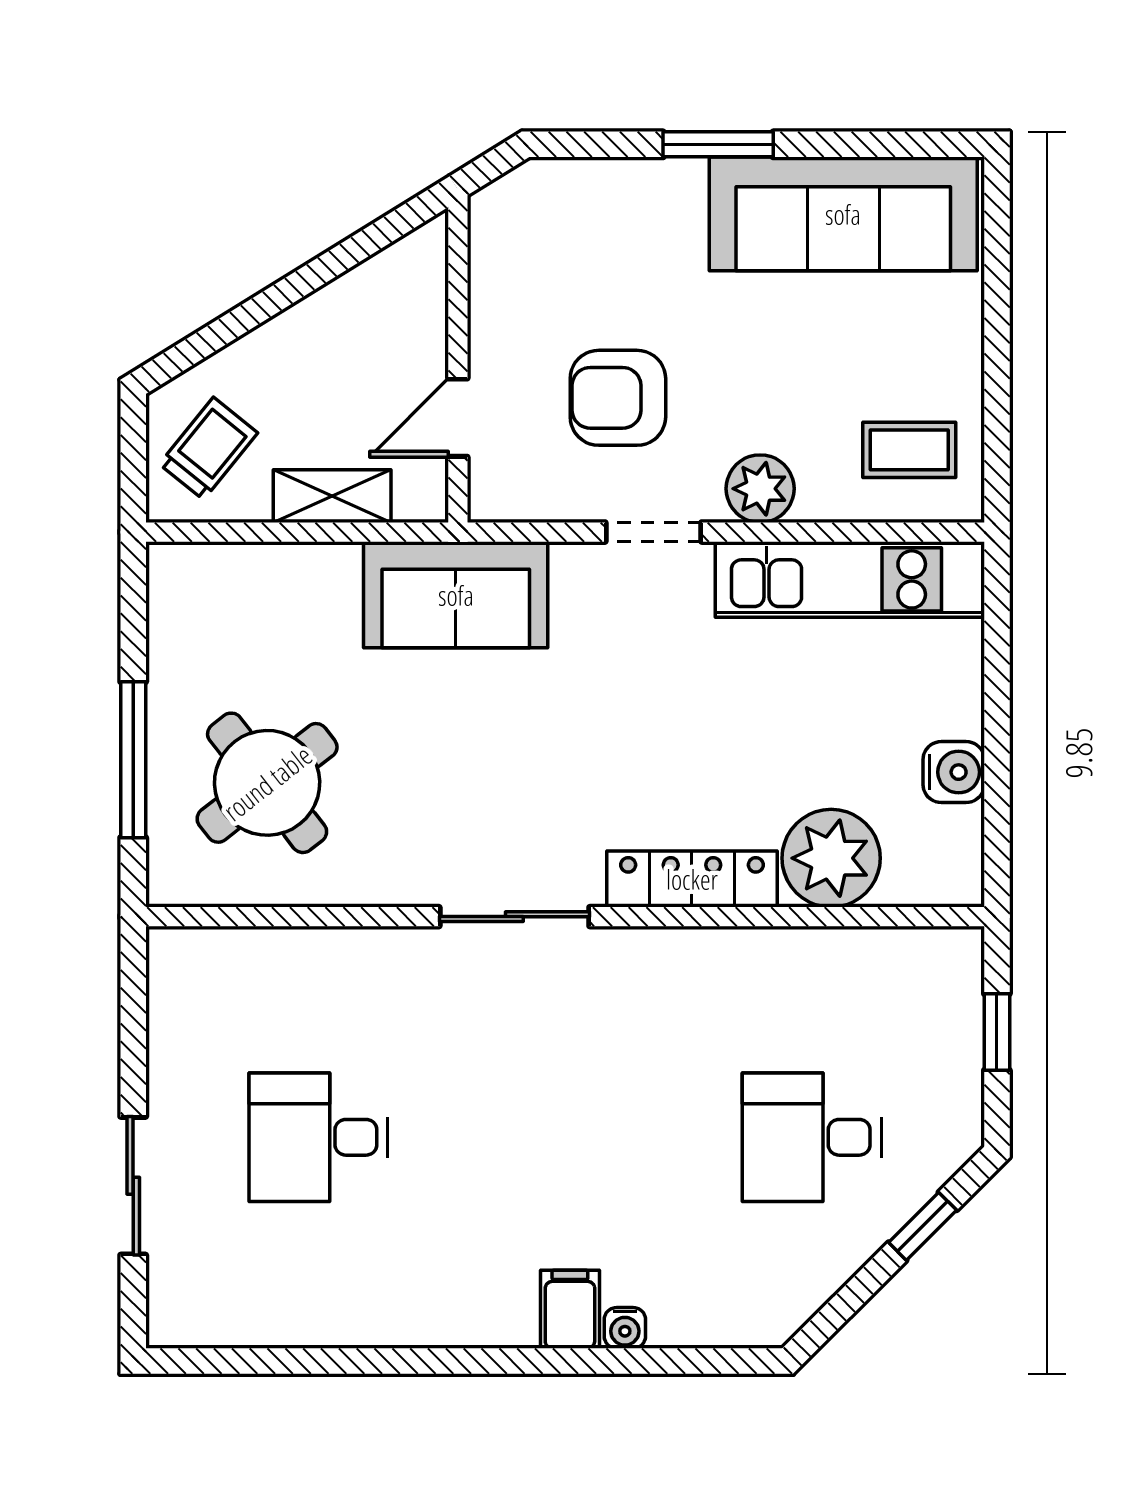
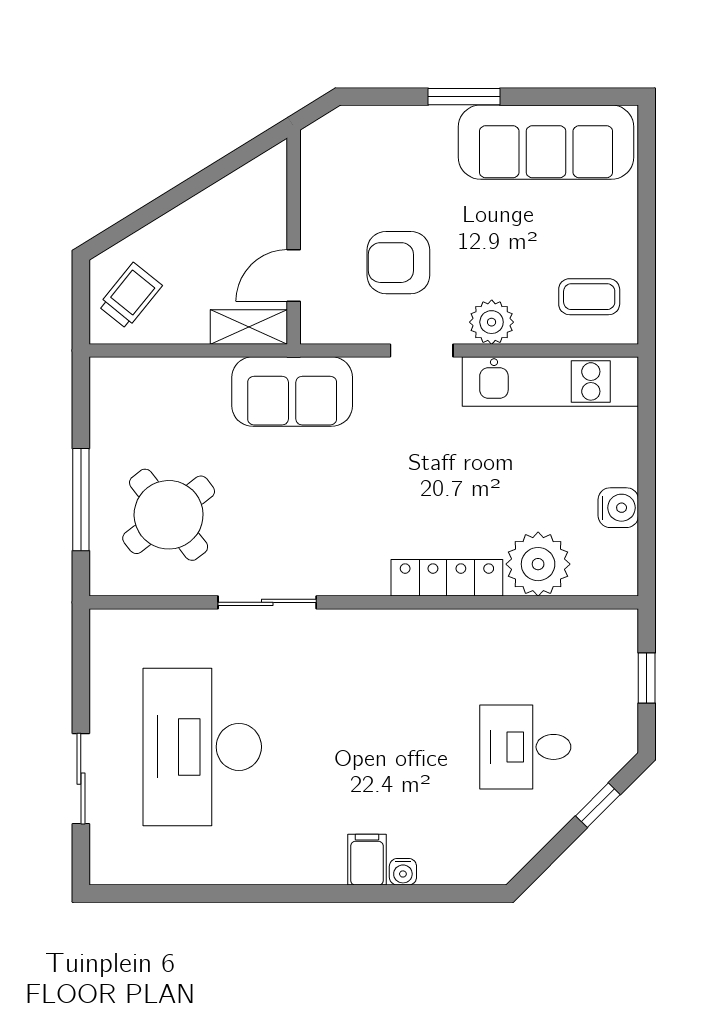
shelving: (332, 496) -> (249, 327), moved
sliding door: (514, 917) -> (267, 602), moved
desk: (318, 1137) -> (202, 747), width x1.87, depth x1.30

